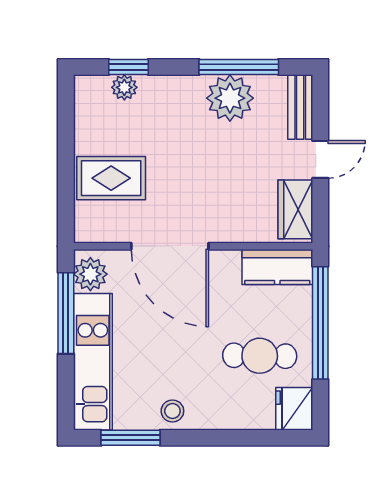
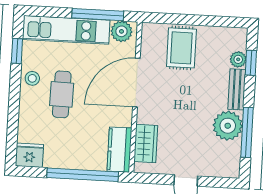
bench: (300, 107) -> (237, 89), moved, turned 90
wardrobe: (295, 209) -> (146, 143), moved, turned 90
cafe table: (260, 356) -> (62, 94), moved
window: (130, 438) -> (17, 51), width x0.67

